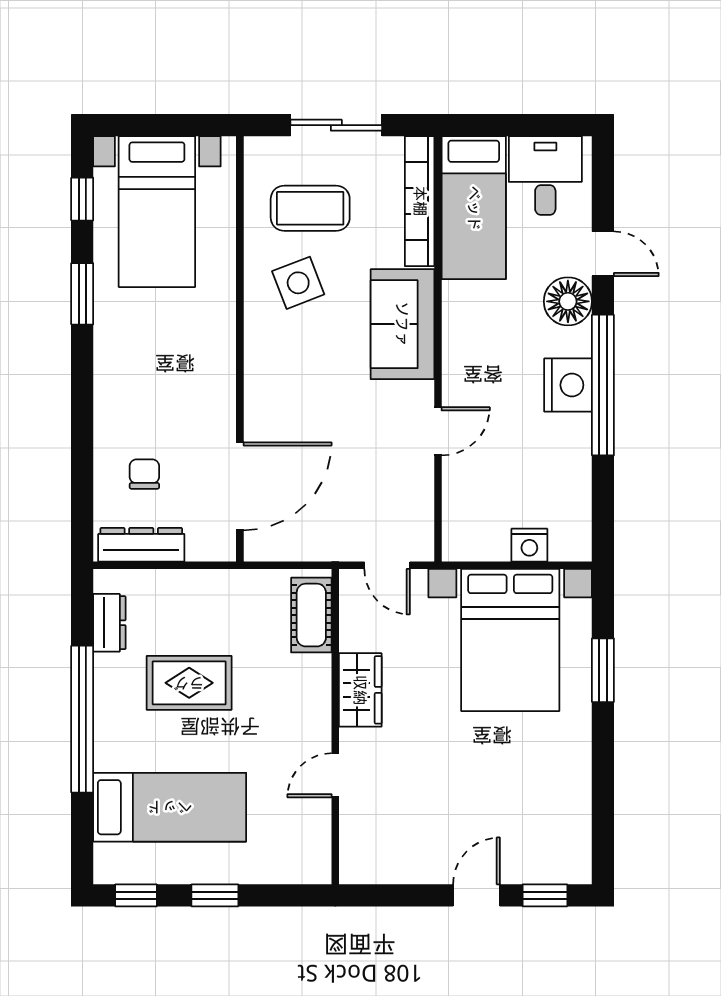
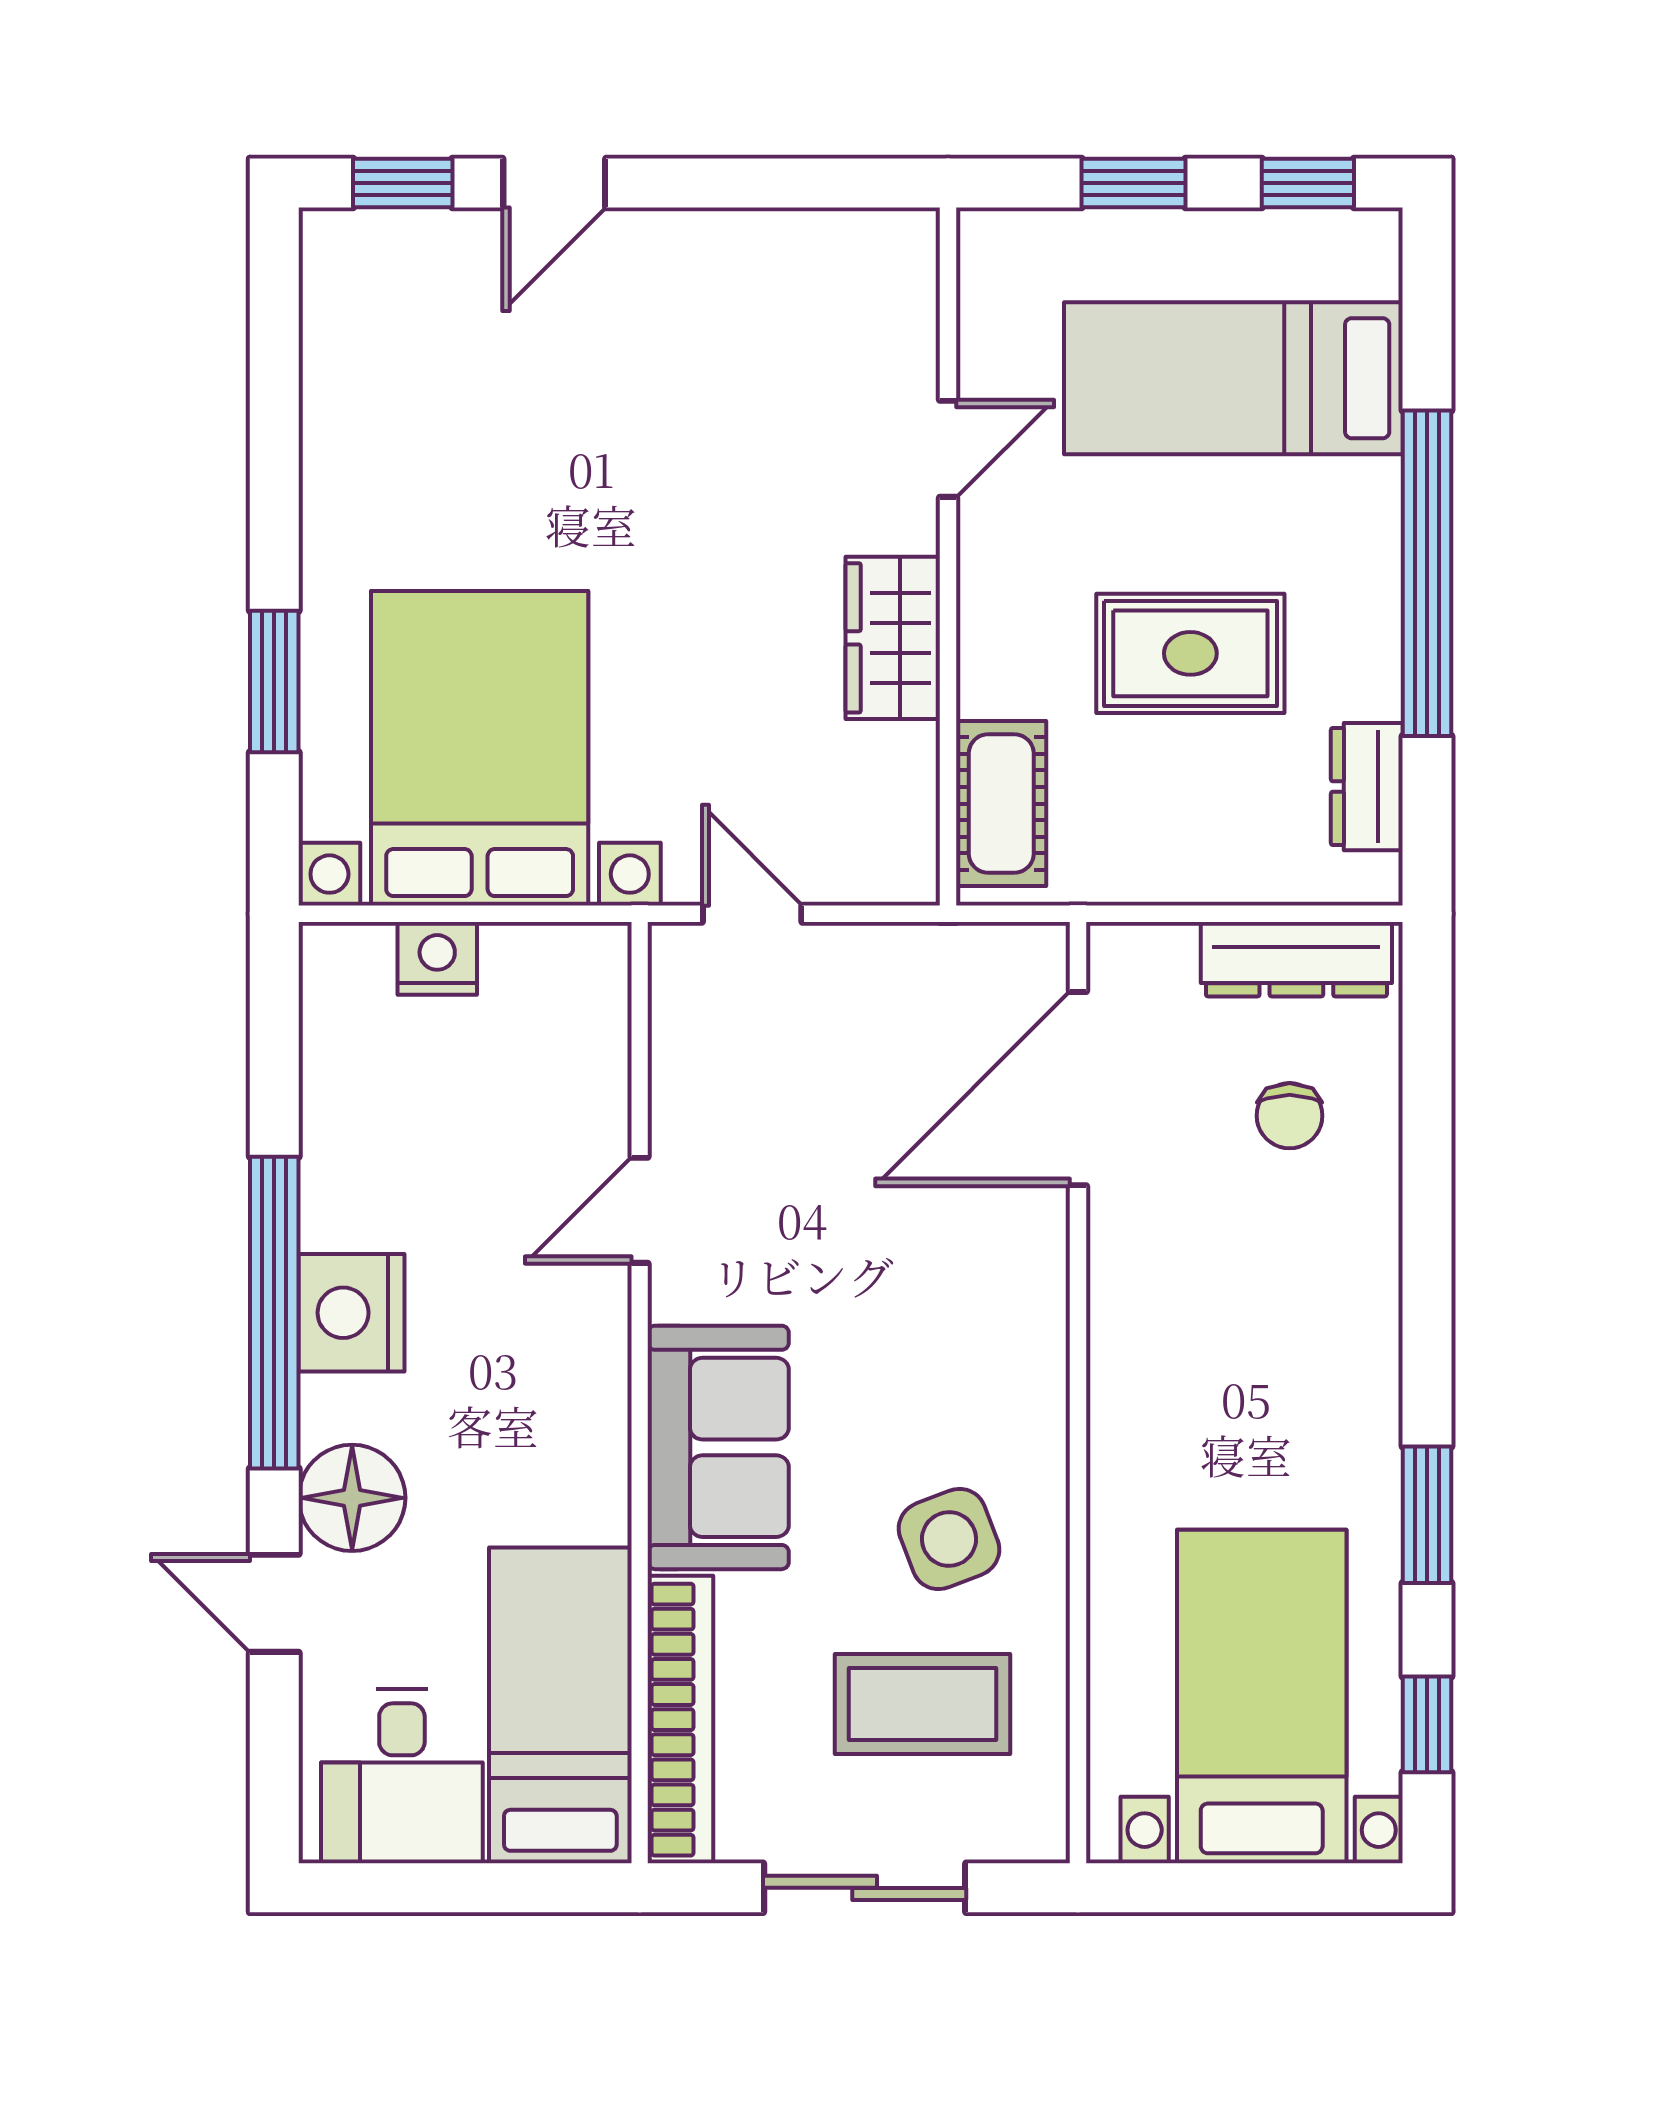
cot: (311, 615) -> (1001, 804), moved
wardrobe: (360, 690) -> (893, 638), moved
wall: (335, 727) -> (948, 556), moved
door: (335, 775) -> (948, 449), moved

